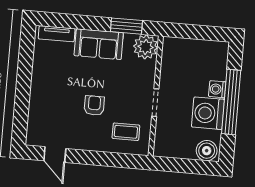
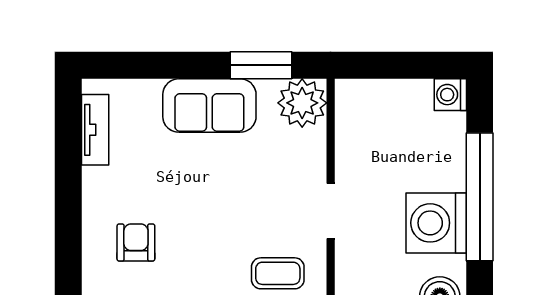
tv unit: (57, 34) -> (95, 130), moved, turned -90
washing machine: (217, 89) -> (450, 95), moved
armchair: (94, 106) -> (136, 242), moved

